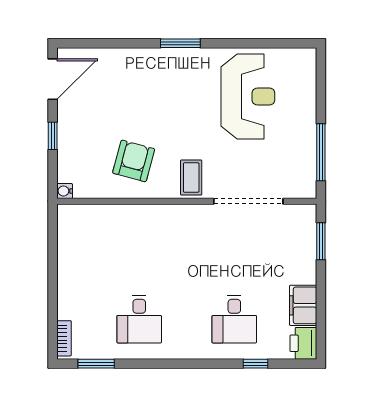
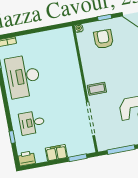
armchair: (134, 161) -> (103, 39), moved, turned -105
filing cabinet: (303, 305) -> (56, 153), moved
desk: (139, 319) -> (23, 76), width x1.87, depth x1.30

